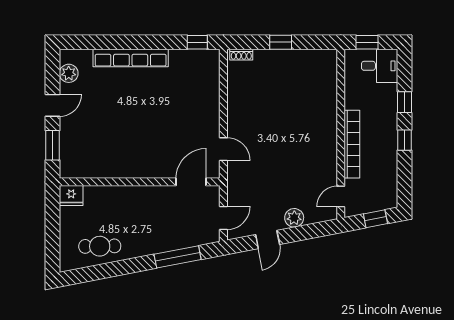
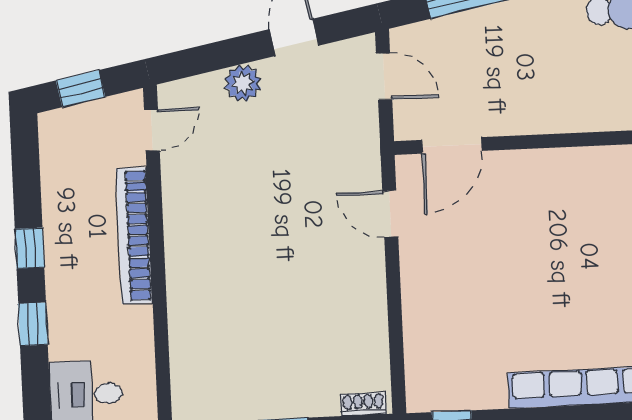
door: (223, 218) -> (384, 77), swing flipped

